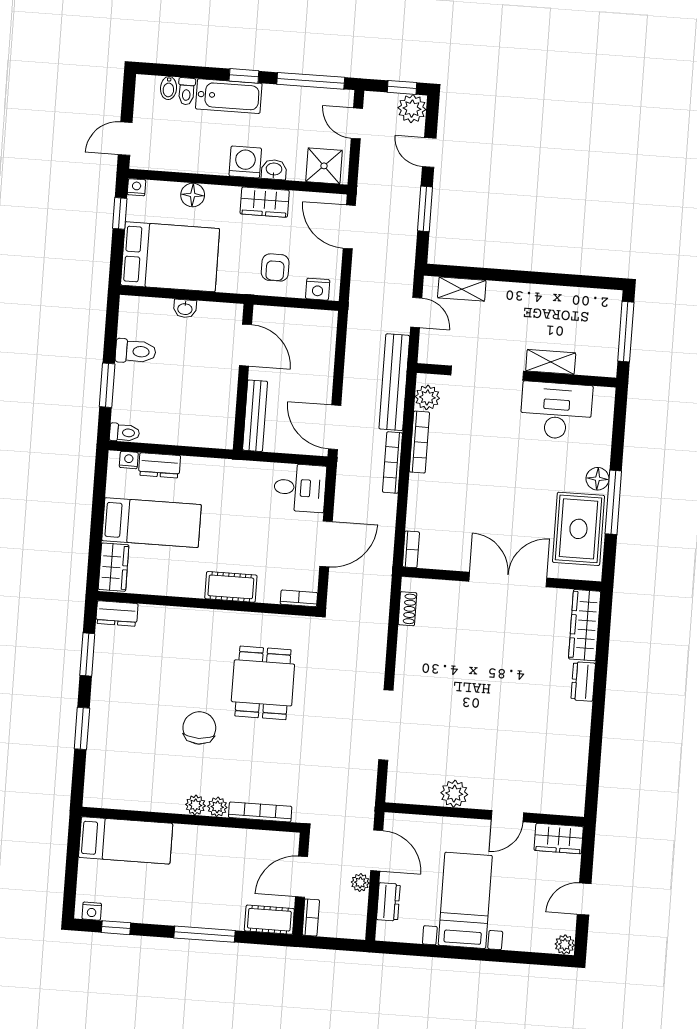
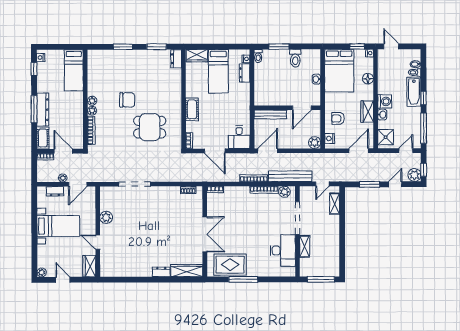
plant: (324, 323) -> (315, 143), added
floor lamp: (598, 479) -> (253, 271), removed
dresser: (207, 915) -> (43, 110), added

